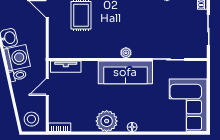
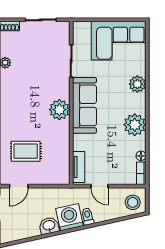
plant: (126, 53) -> (59, 110), width x1.88, depth x1.88
plant: (146, 124) -> (137, 84), added
floor lamp: (132, 127) -> (141, 156), moved

